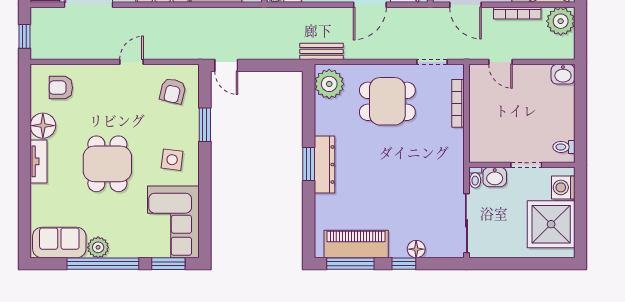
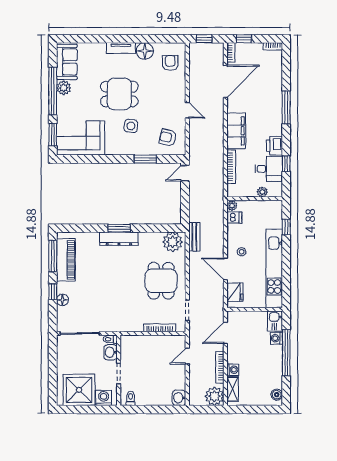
side table: (172, 160) -> (131, 126), moved

